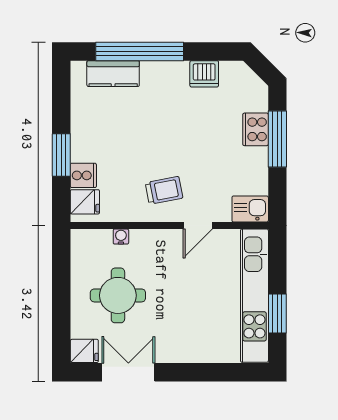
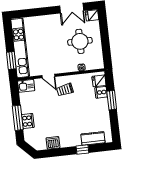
window: (140, 51) -> (82, 149), width x0.32
door: (198, 225) -> (48, 76), swing flipped
window: (277, 314) -> (11, 61), moved

